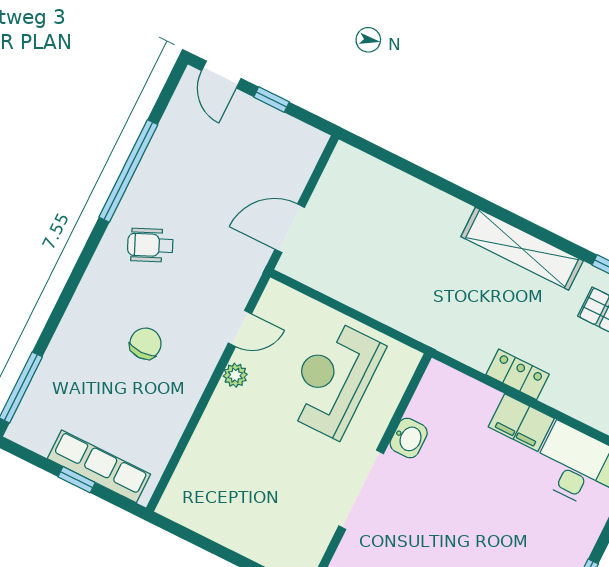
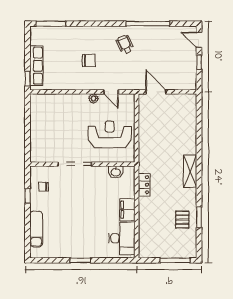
door: (221, 75) -> (199, 40), hinge flipped
shelving: (522, 249) -> (190, 171), width x0.68
locker: (518, 374) -> (144, 185), moved
washbasin: (409, 438) -> (116, 172), moved
window: (77, 480) -> (28, 79), moved

